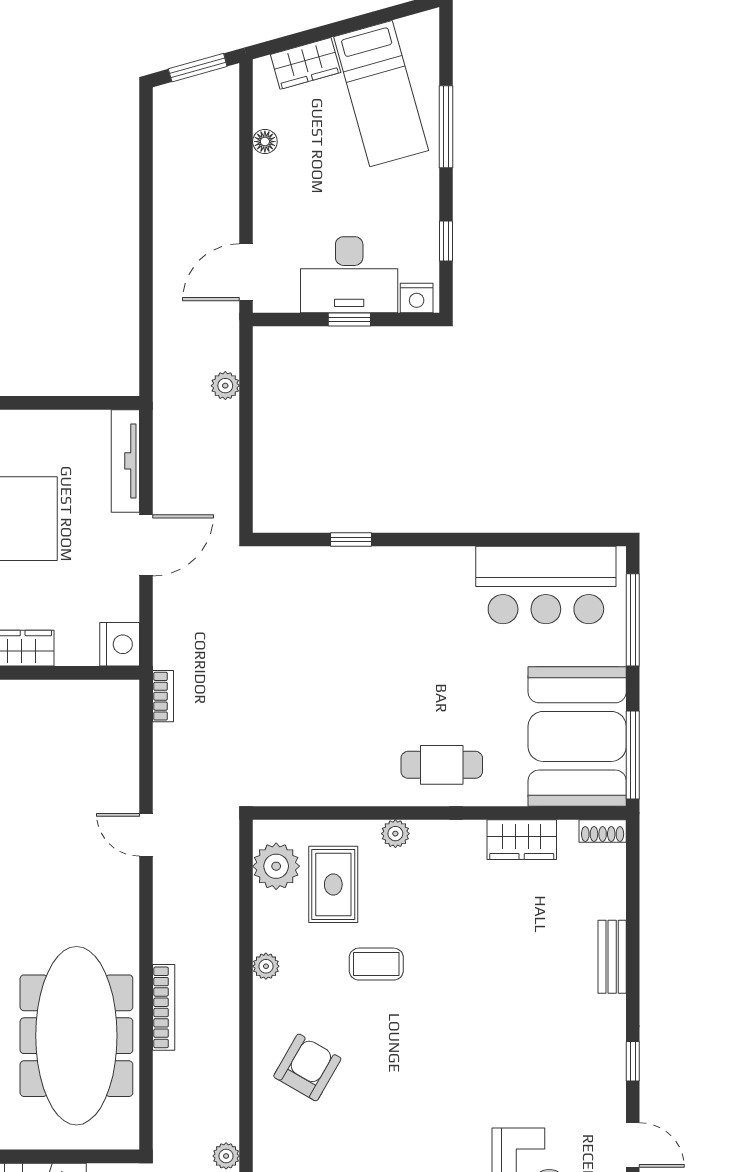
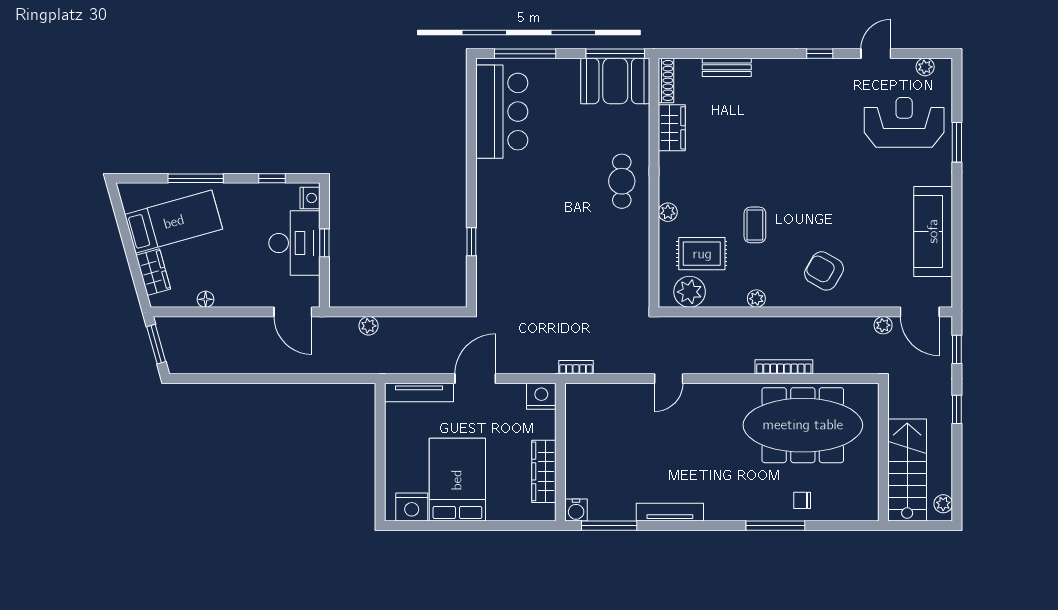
door: (146, 545) -> (475, 379), hinge flipped
booth: (577, 736) -> (615, 81), width x0.73, depth x0.70
shoe rack: (603, 831) -> (666, 80), width x1.43
bench: (612, 957) -> (727, 67), moved

